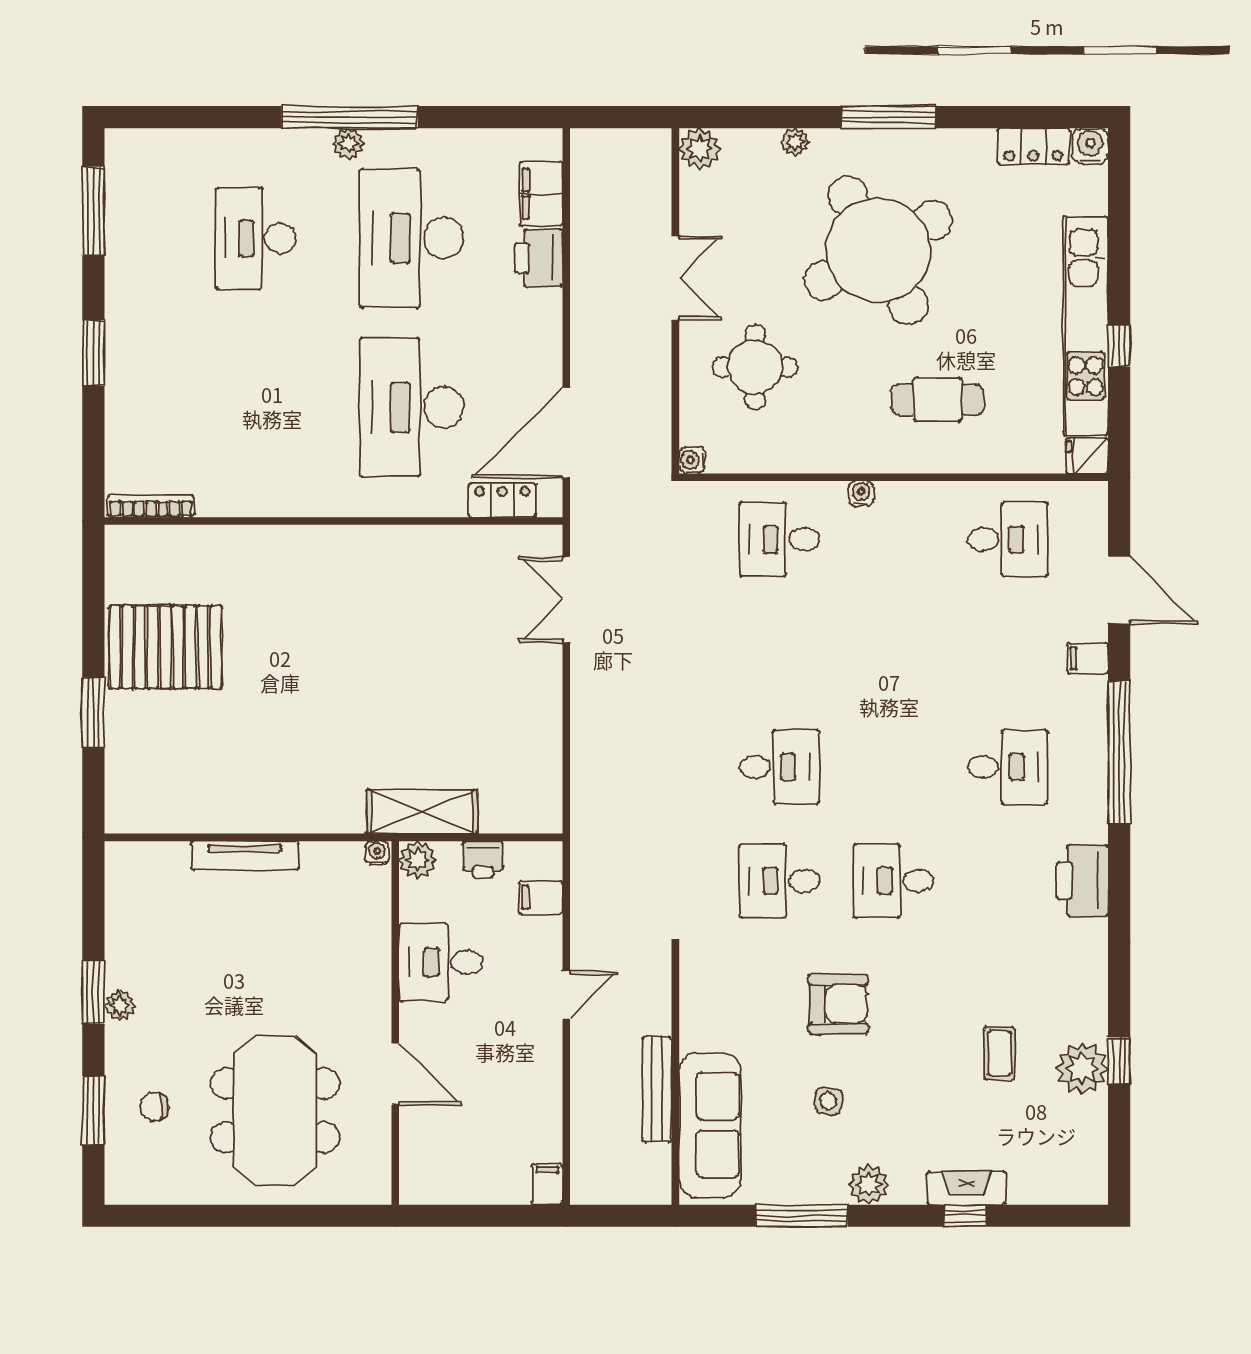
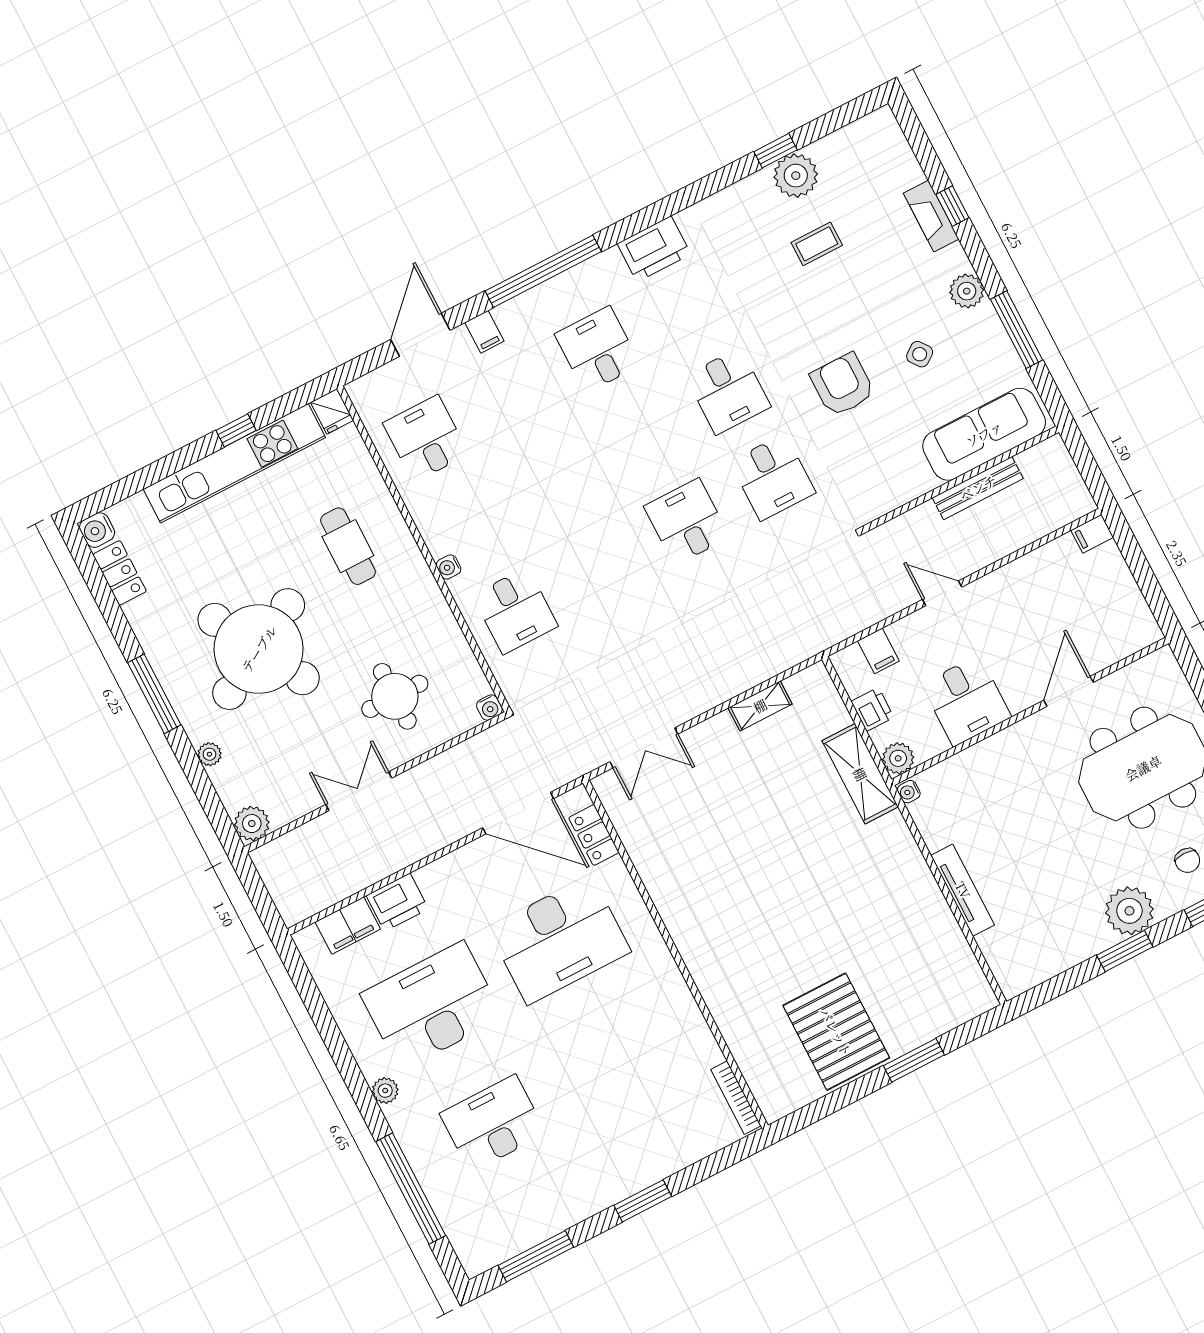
window: (350, 117) -> (411, 1189), moved
desk: (255, 238) -> (493, 1124), turned 180
desk: (412, 238) -> (432, 1006), turned 180
shelving: (547, 744) -> (760, 706), added
plant: (120, 1006) -> (1129, 911), width x1.87, depth x1.87
side table: (828, 1101) -> (920, 354), turned 45

